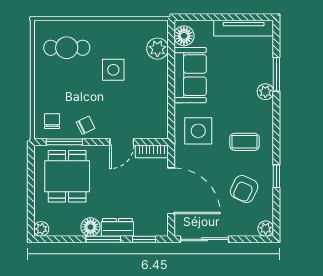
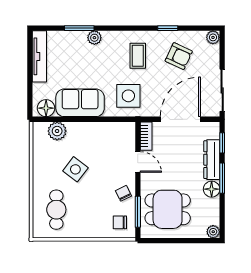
side table: (113, 70) -> (75, 169), turned 37
dresser: (117, 227) -> (212, 160), width x1.44

